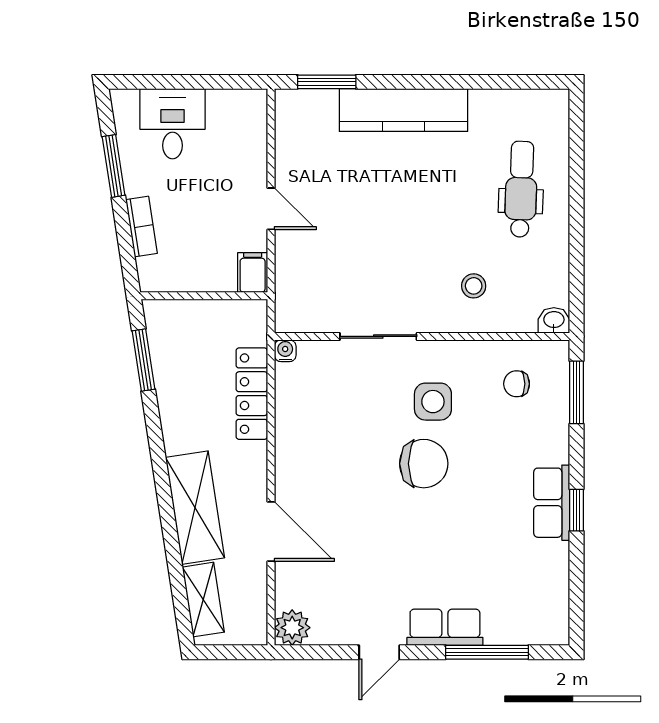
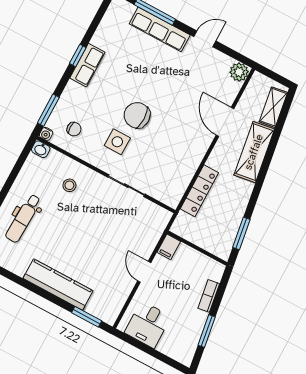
desk: (172, 124) -> (148, 325), moved
water cooler: (285, 351) -> (46, 134), moved
row of seats: (445, 627) -> (160, 29), width x1.48

